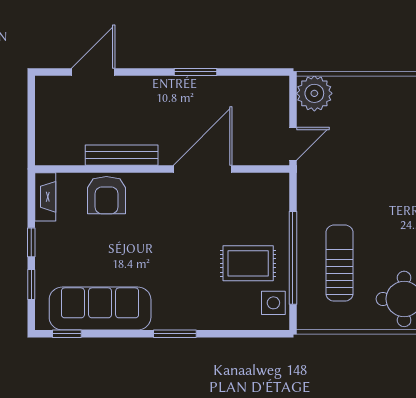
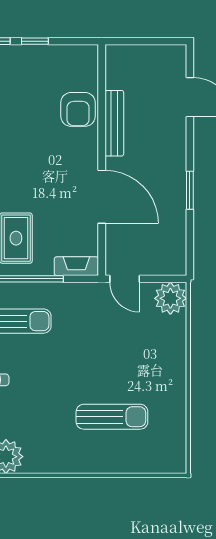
armchair: (106, 195) -> (78, 109), turned -90
fireplace: (45, 197) -> (76, 266), moved, turned 180

